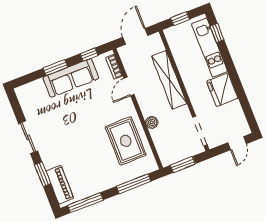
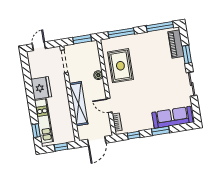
sofa: (71, 78) -> (172, 117), moved
door: (129, 86) -> (109, 105), swing flipped

